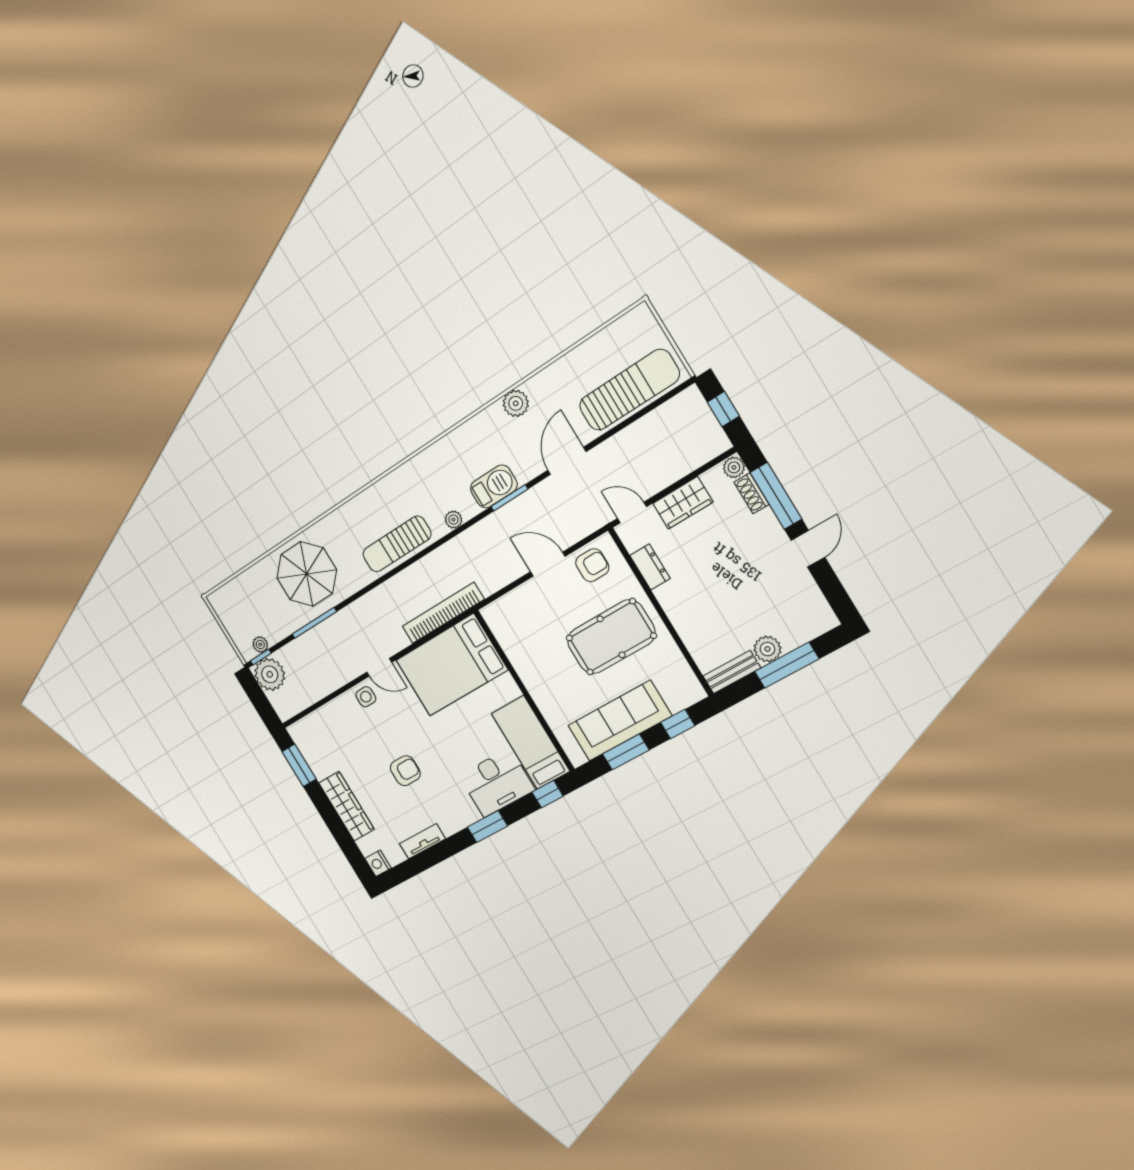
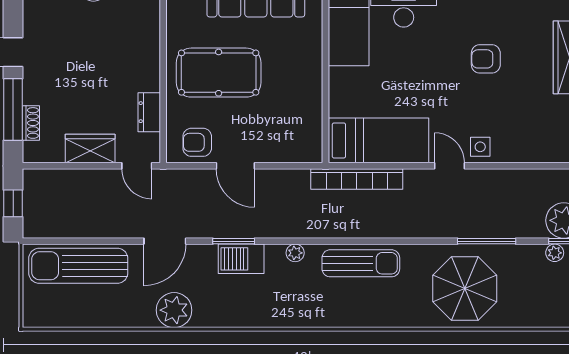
plant: (516, 403) -> (174, 310), width x1.36, depth x1.36
plant: (734, 467) -> (32, 152), removed
bed: (452, 665) -> (378, 140), width x0.67

